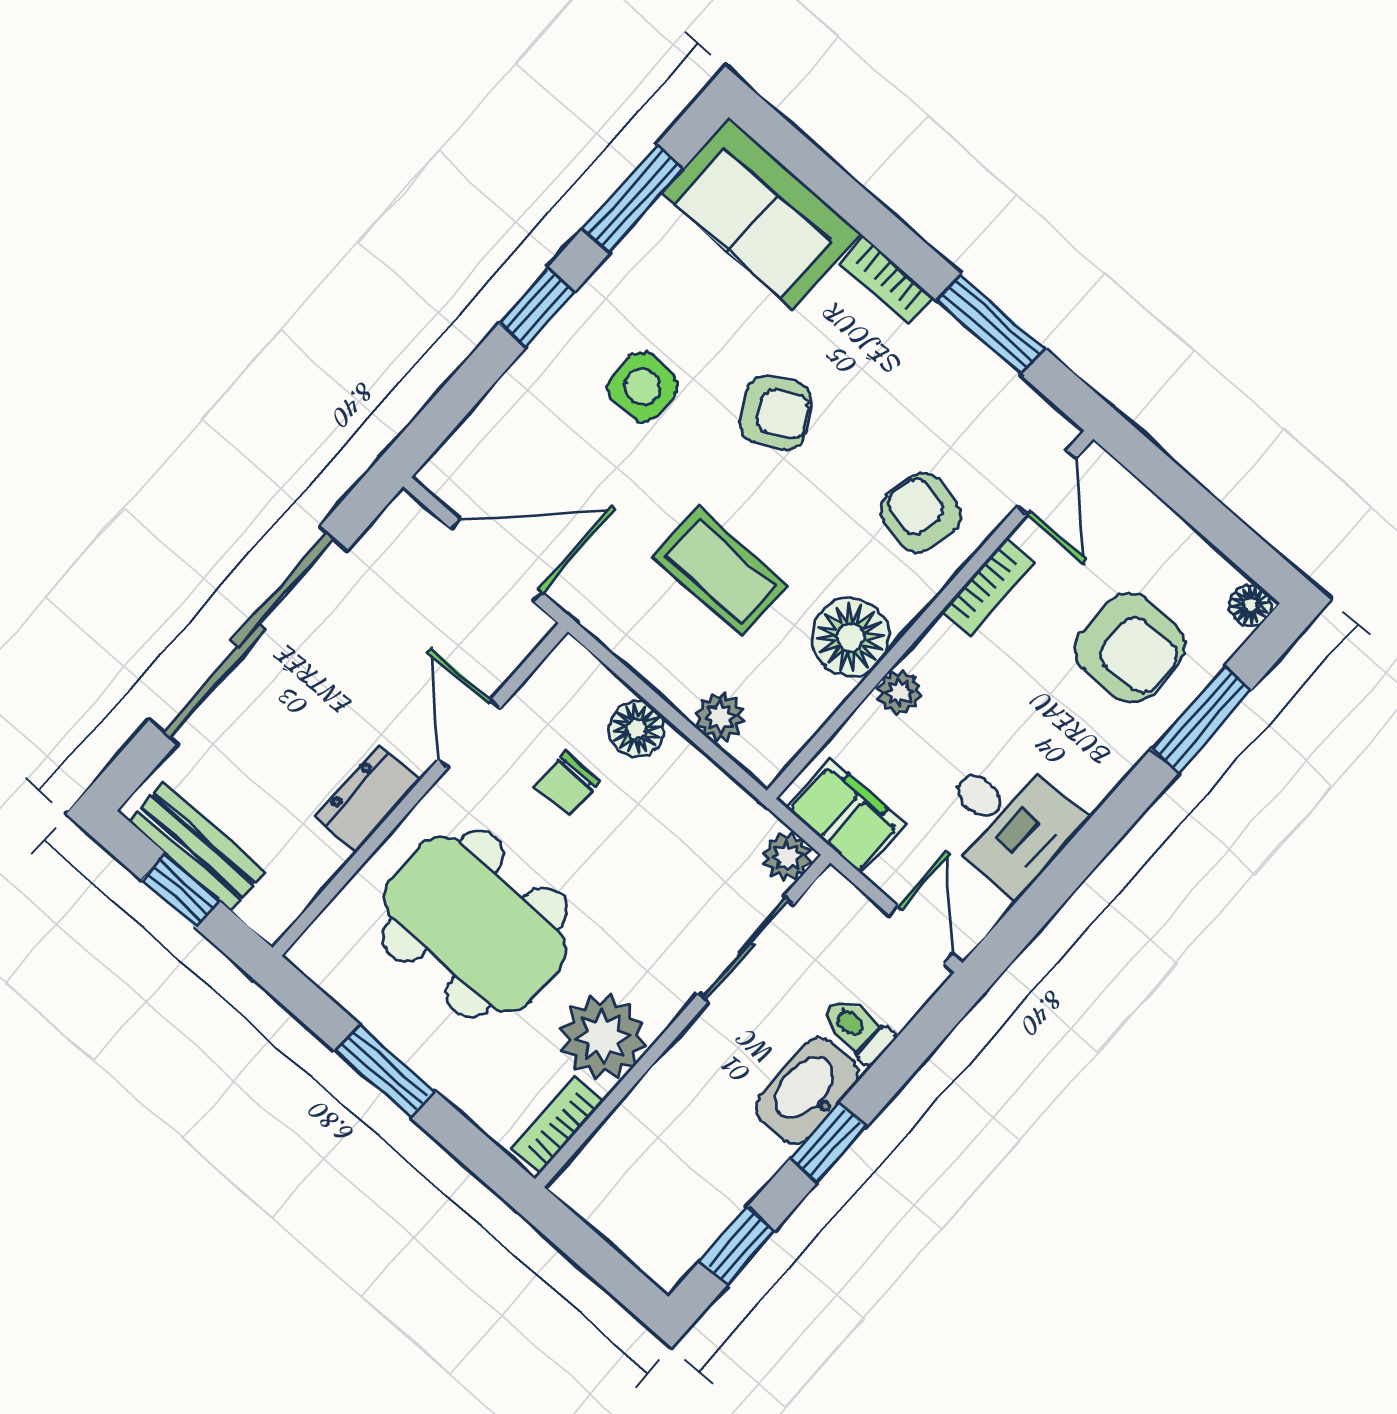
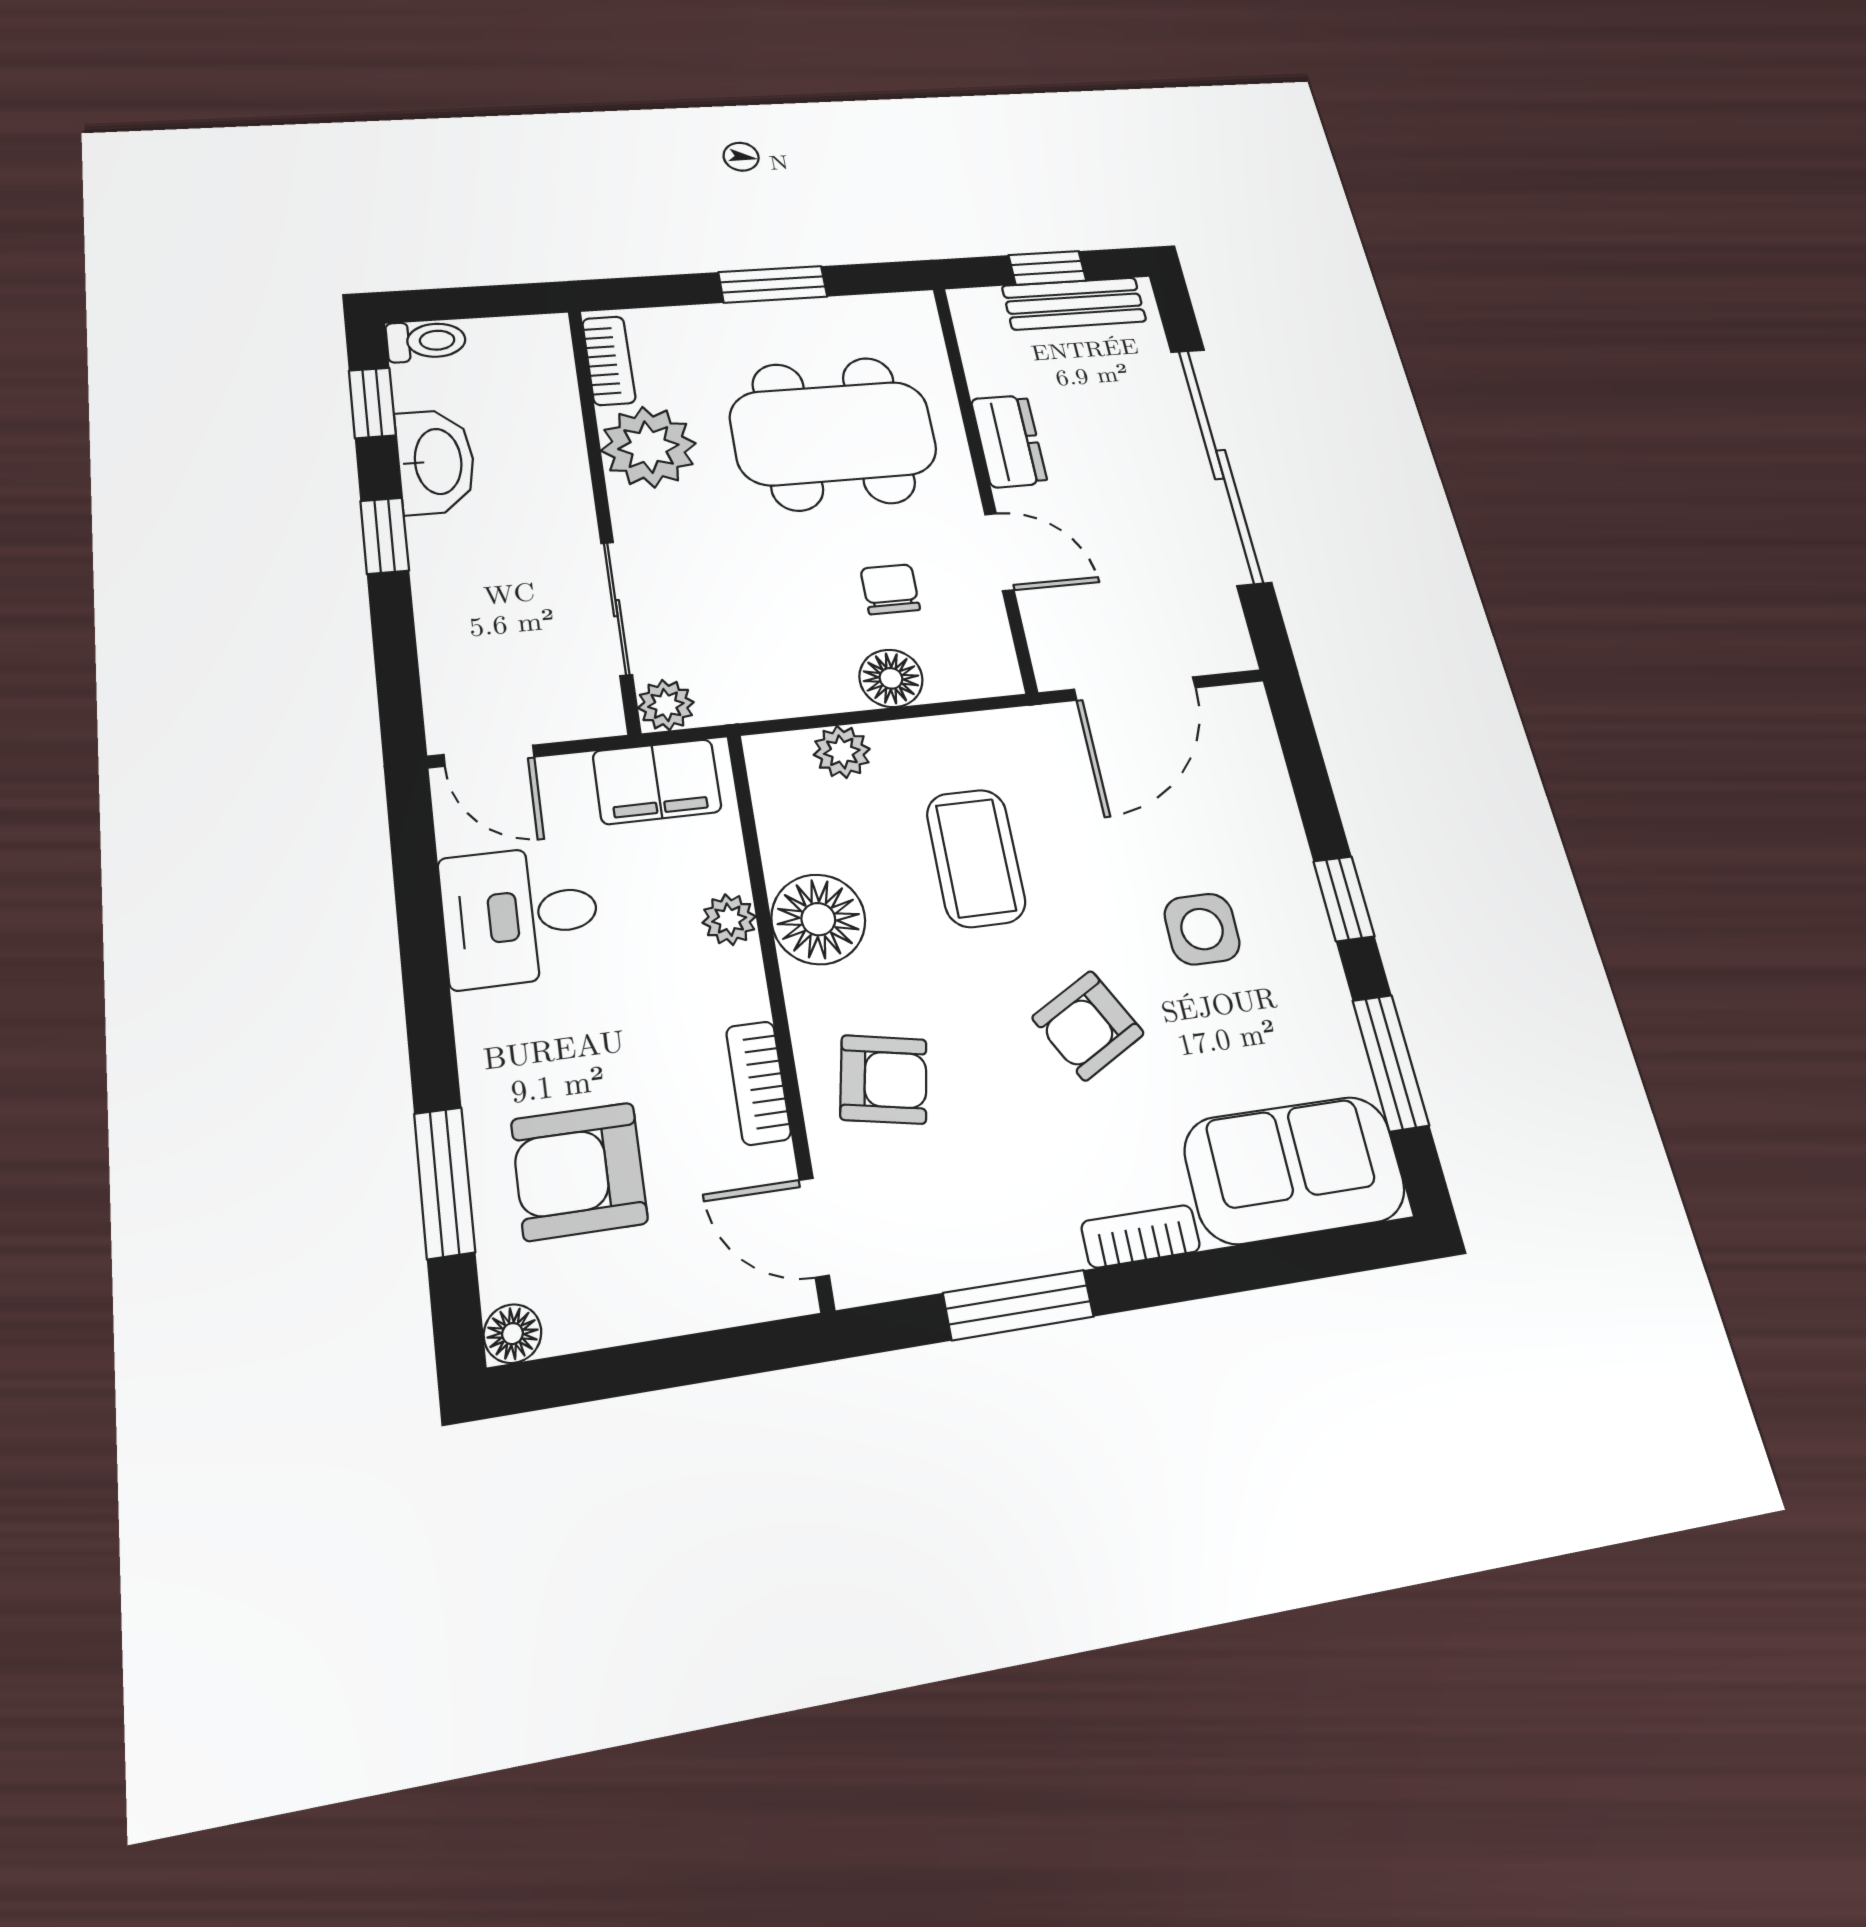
coffee table: (720, 571) -> (976, 858), turned 90
toilet: (858, 1030) -> (426, 341), moved
washbasin: (807, 1091) -> (436, 461), moved

